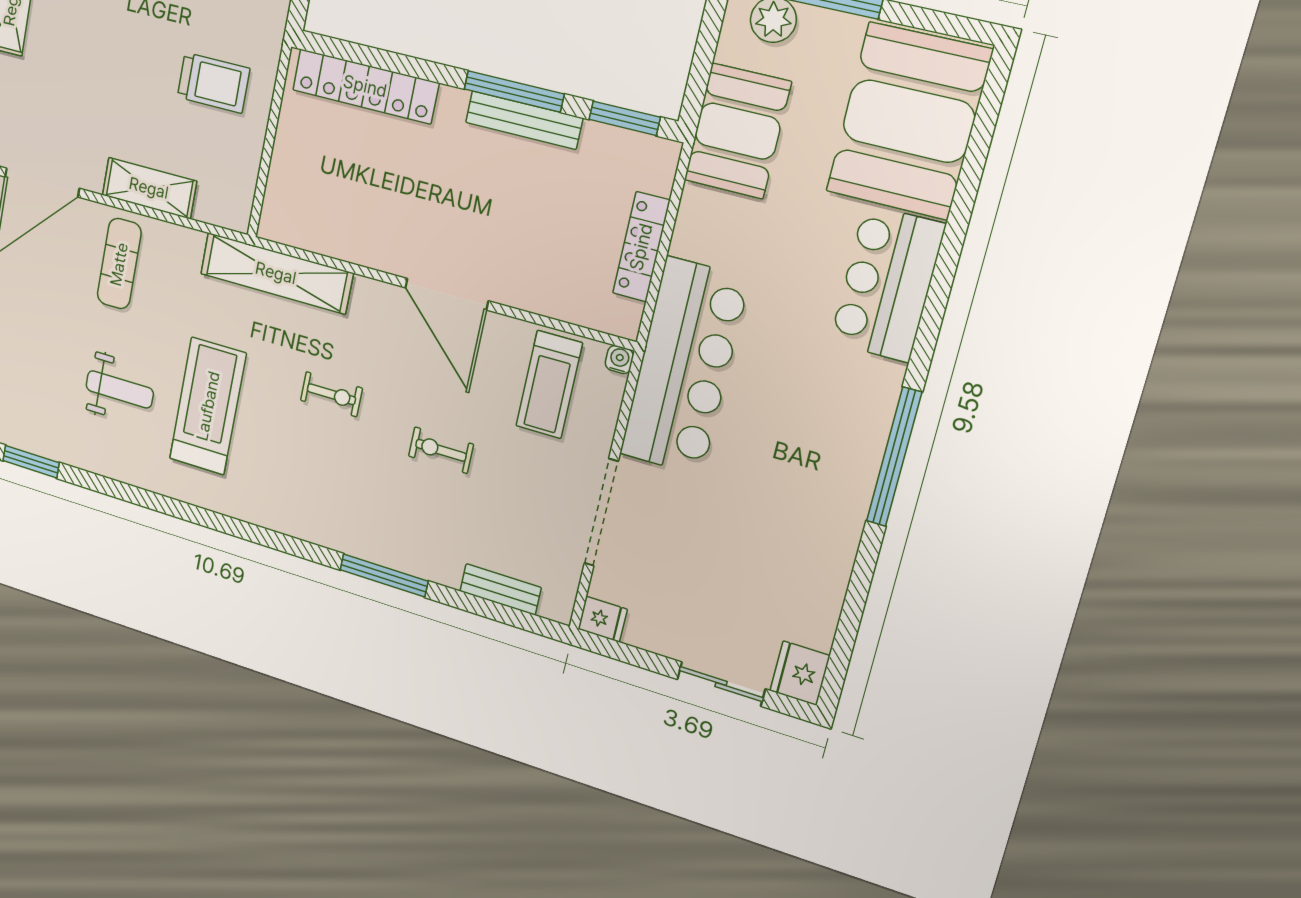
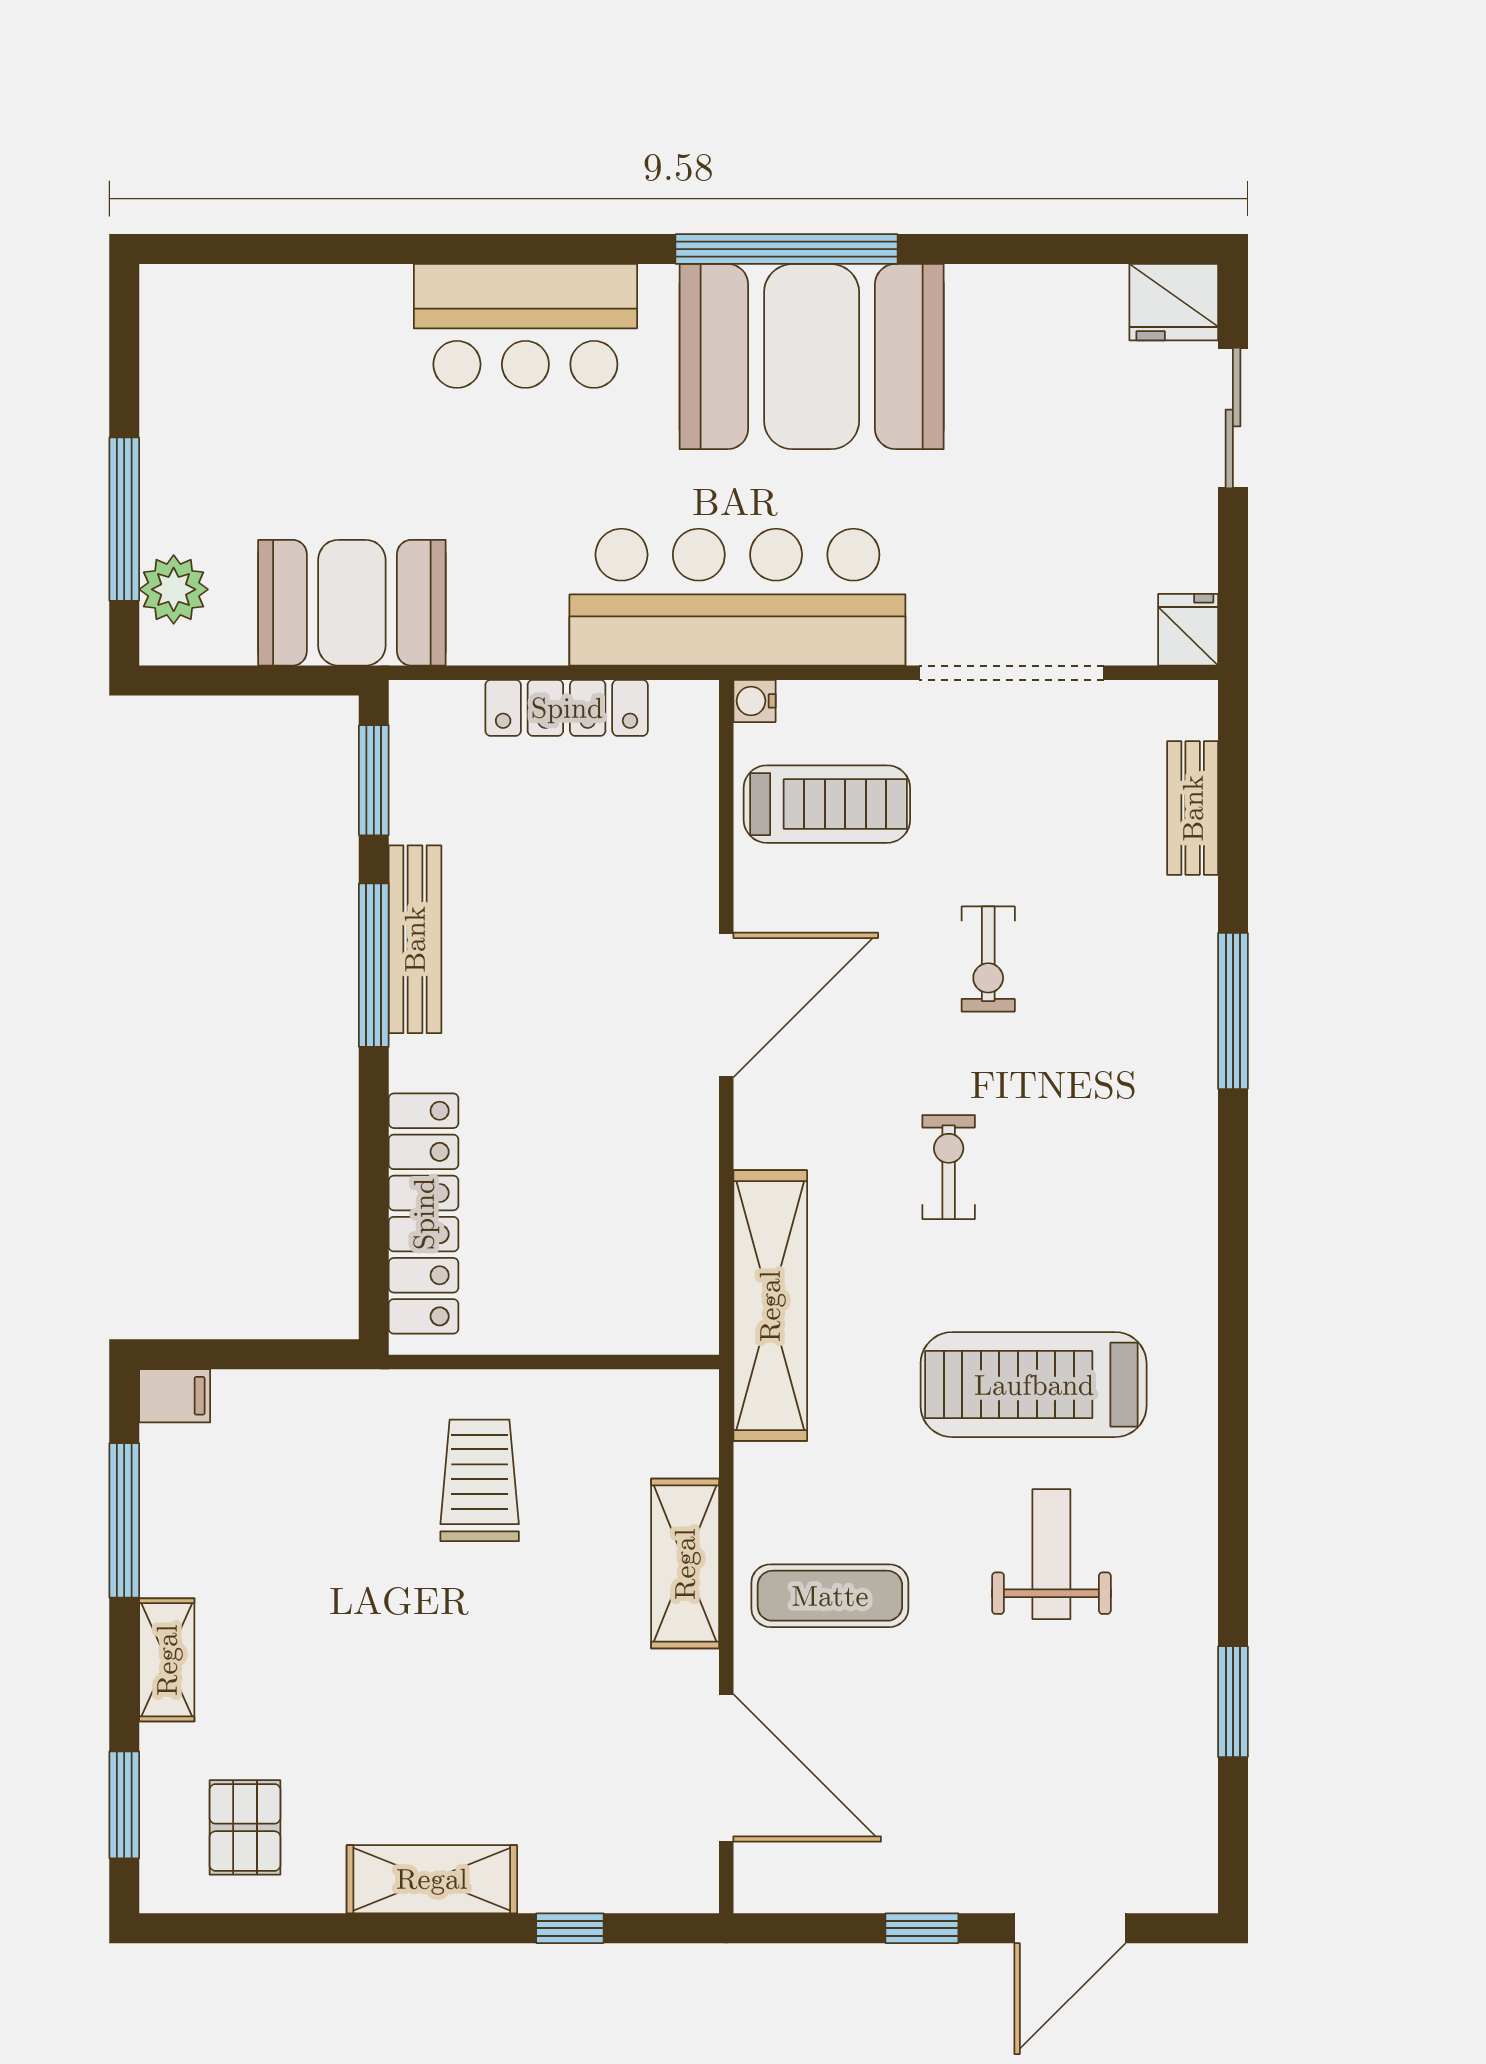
booth: (909, 121) -> (812, 357), moved

